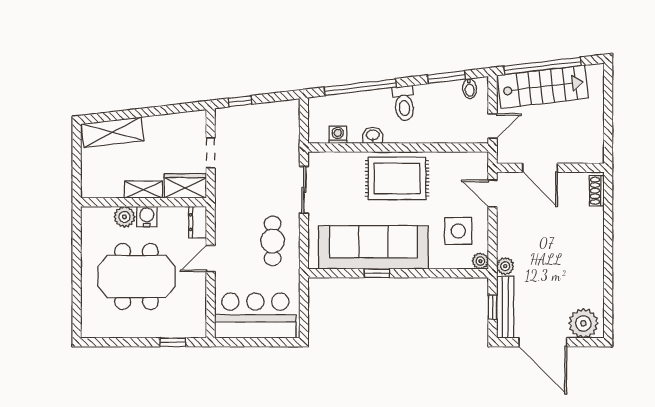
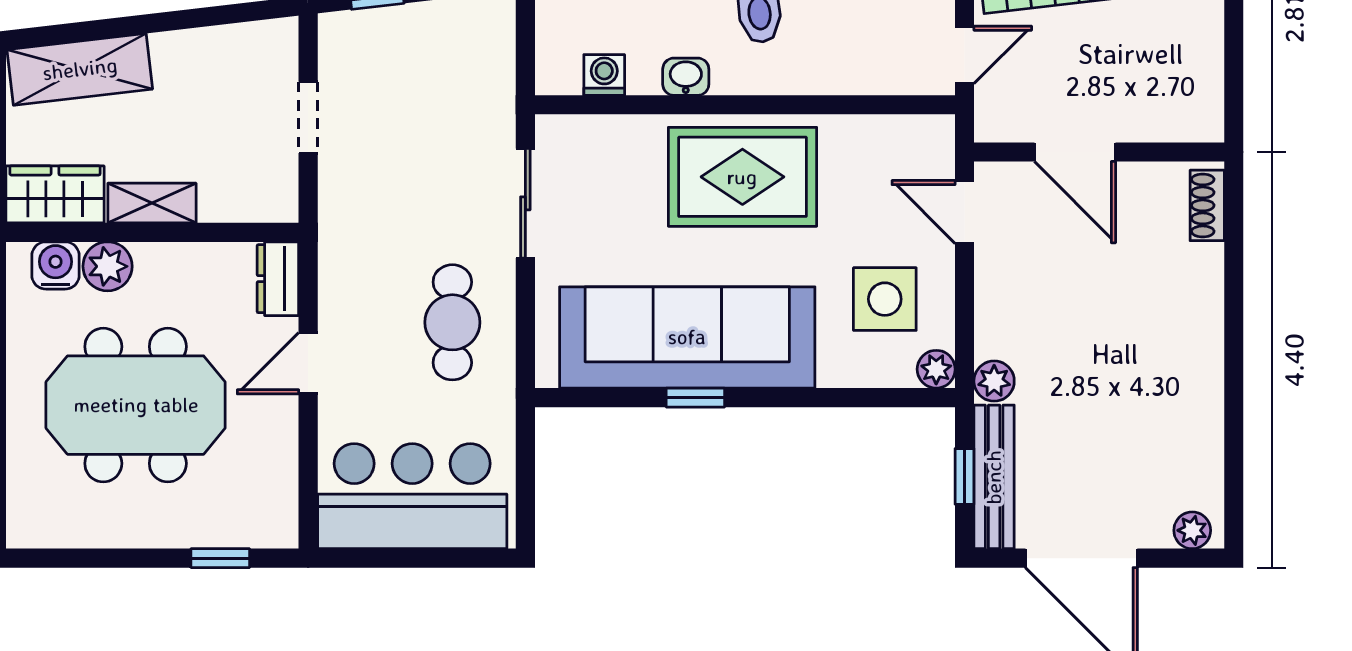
wardrobe: (185, 186) -> (55, 194), moved
water cooler: (147, 216) -> (56, 265), moved
plant: (583, 323) -> (1192, 530), width x0.53, depth x0.53

